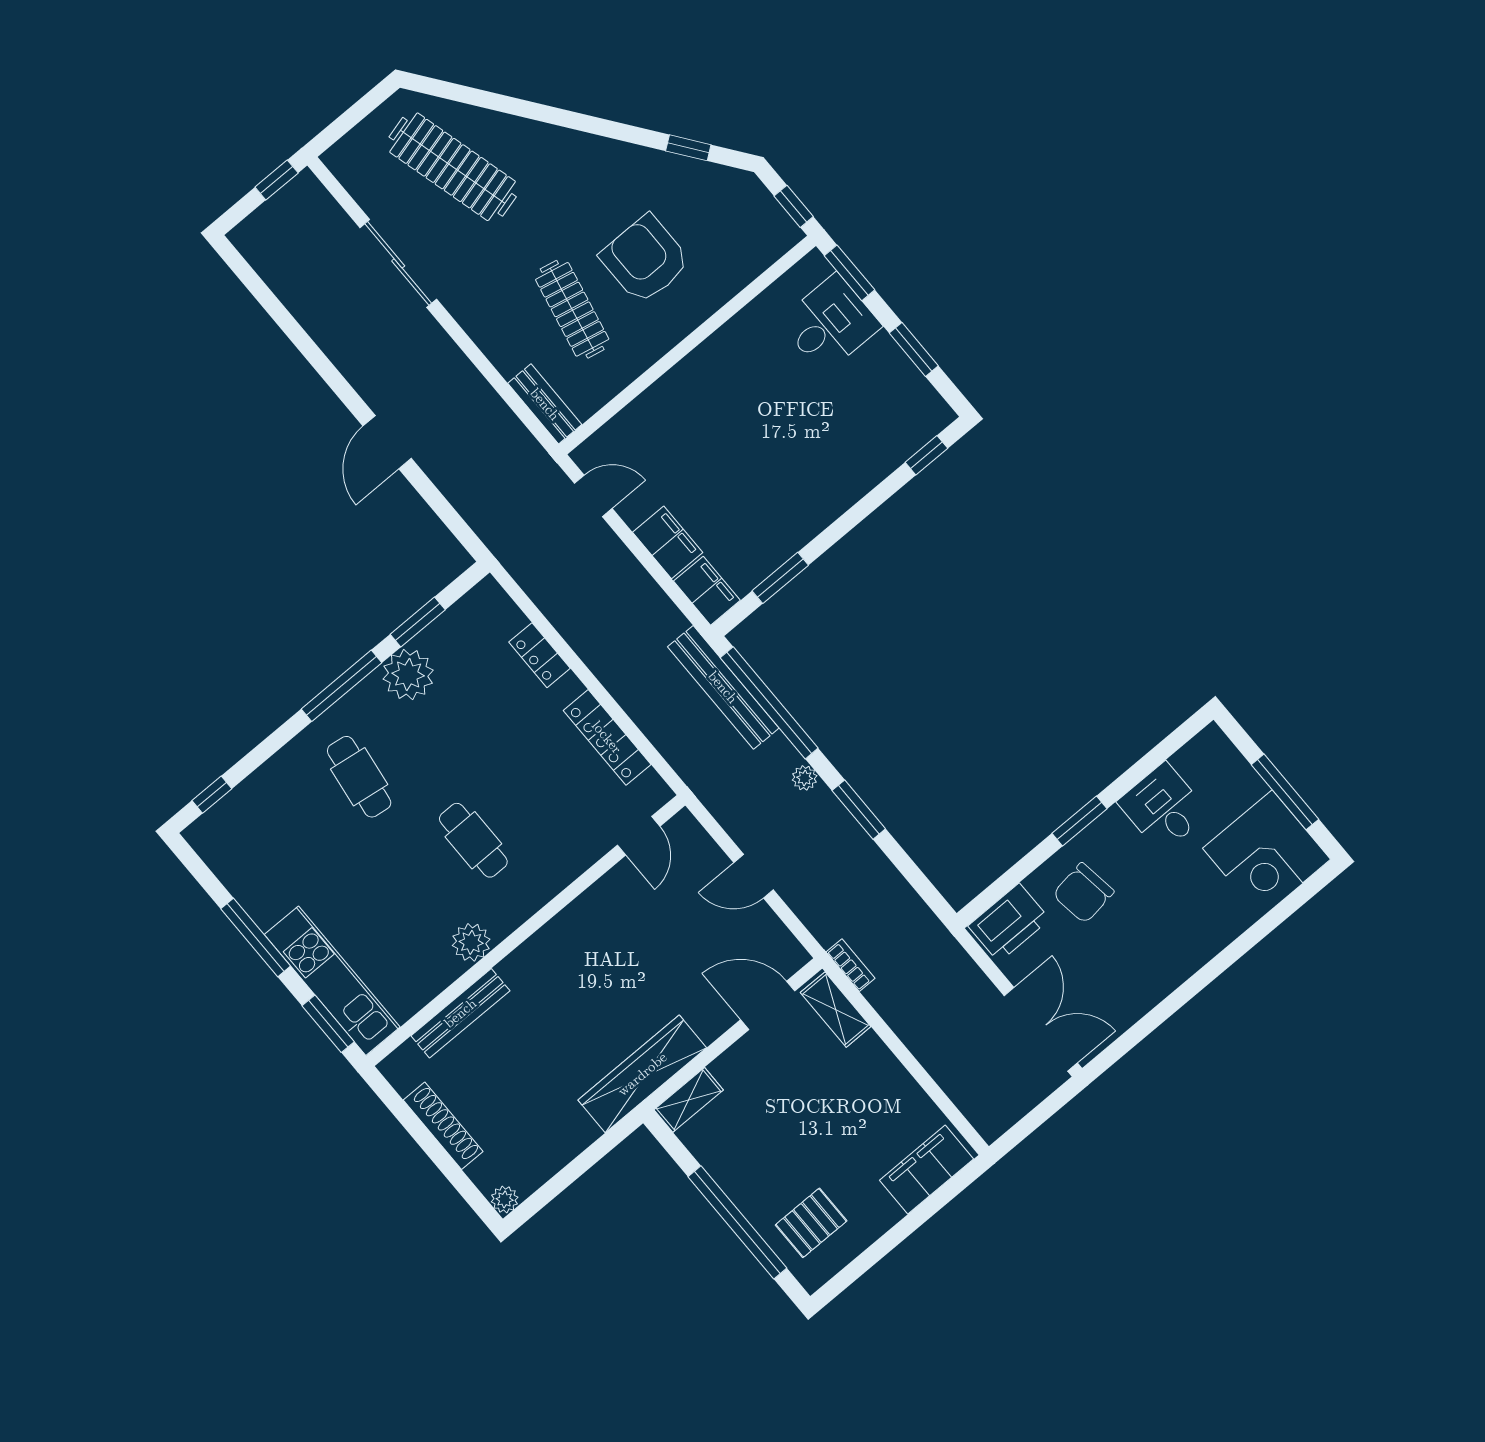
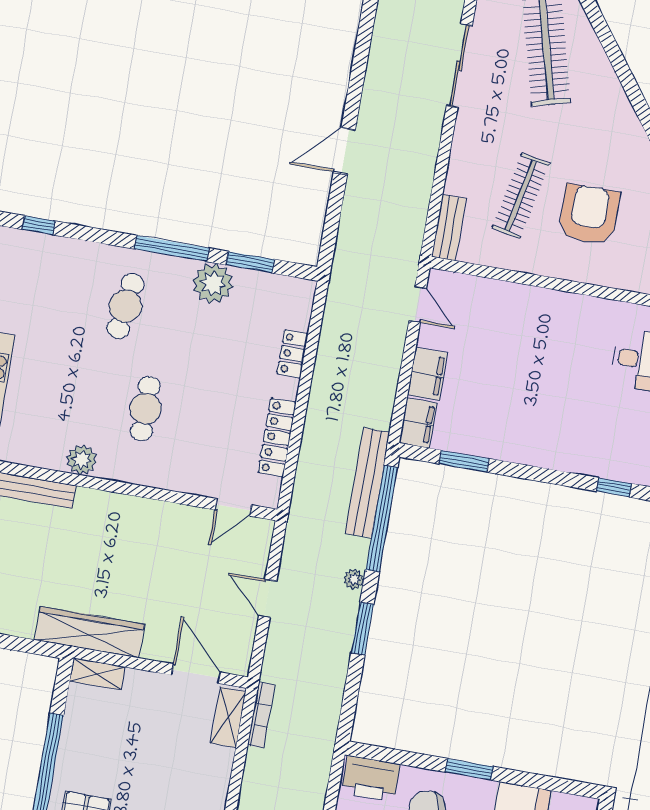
bookcase: (851, 965) -> (261, 715), width x1.56

